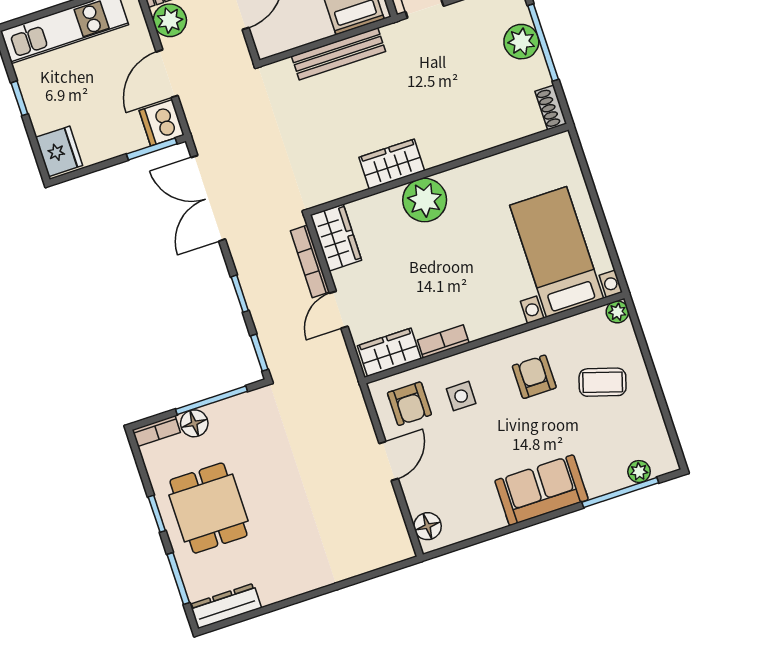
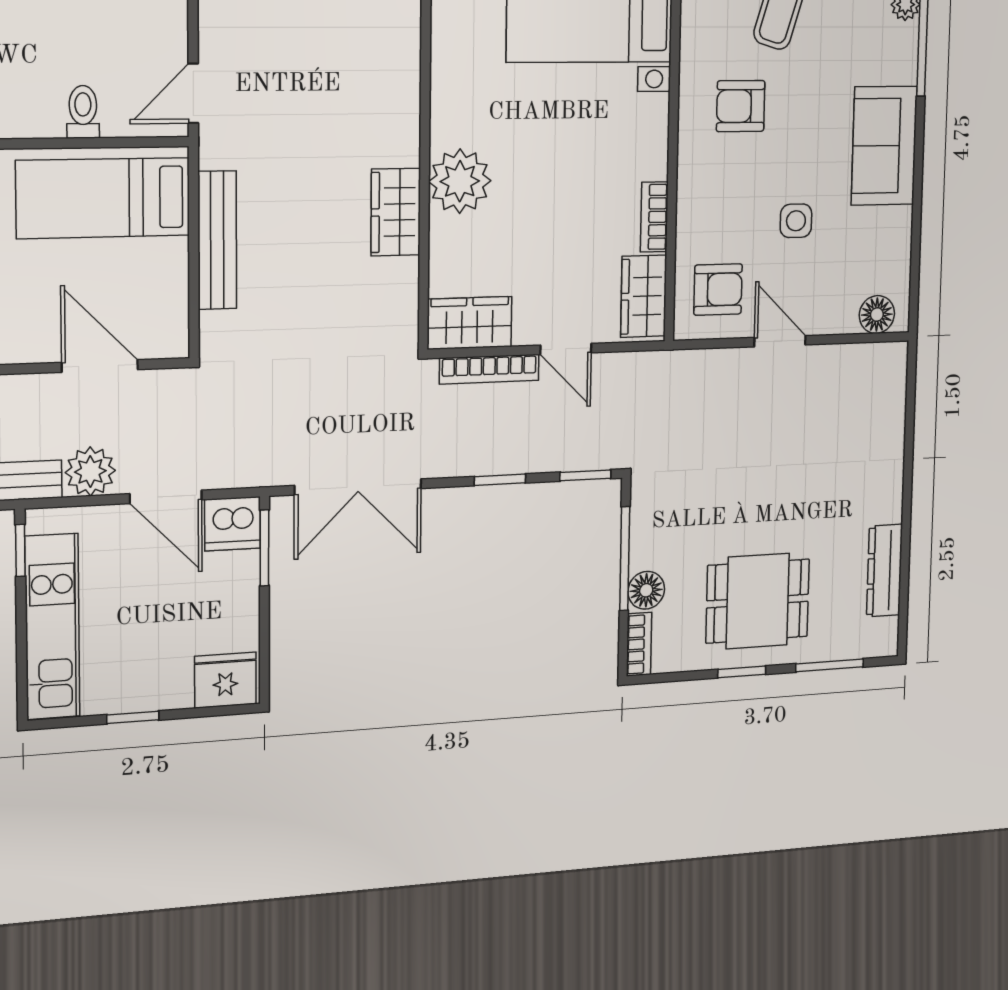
side table: (461, 396) -> (796, 221), moved
dresser: (226, 606) -> (885, 571), moved

